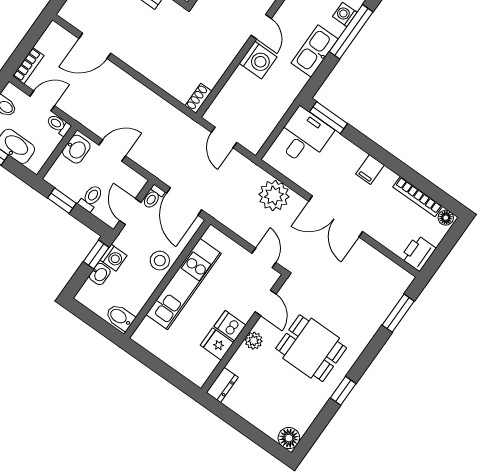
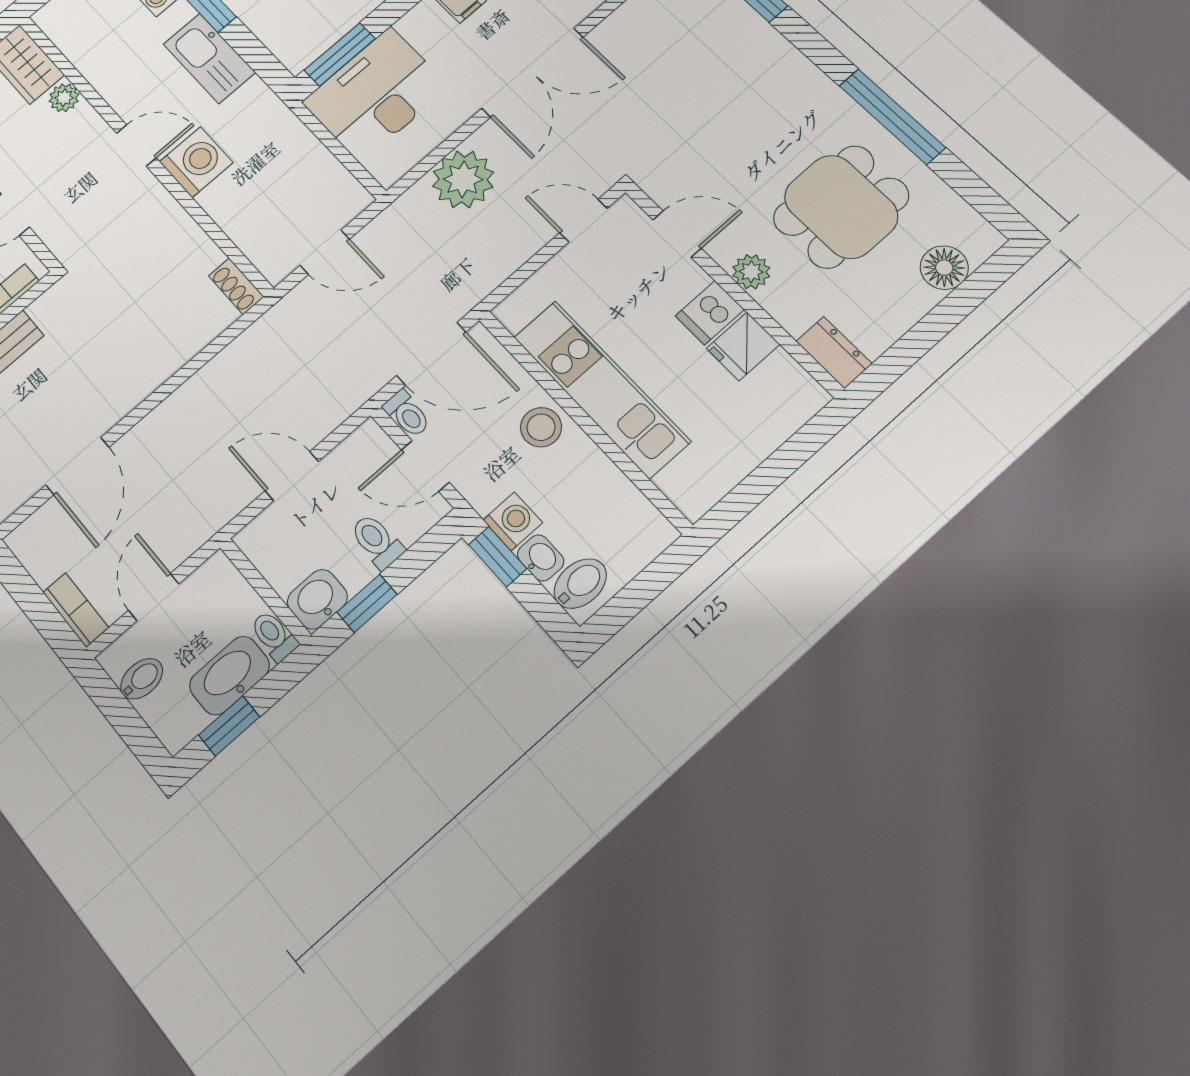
toilet: (59, 125) -> (274, 636), moved, turned 90
desk: (304, 137) -> (376, 94), width x1.37
washbasin: (76, 149) -> (317, 599), moved, turned -90
door: (112, 150) -> (292, 476), hinge flipped
bidet: (120, 317) -> (580, 584), moved, turned 180
dining table: (311, 348) -> (841, 207), moved
window: (343, 391) -> (892, 117), width x2.17
floor lamp: (289, 438) -> (944, 268), moved

